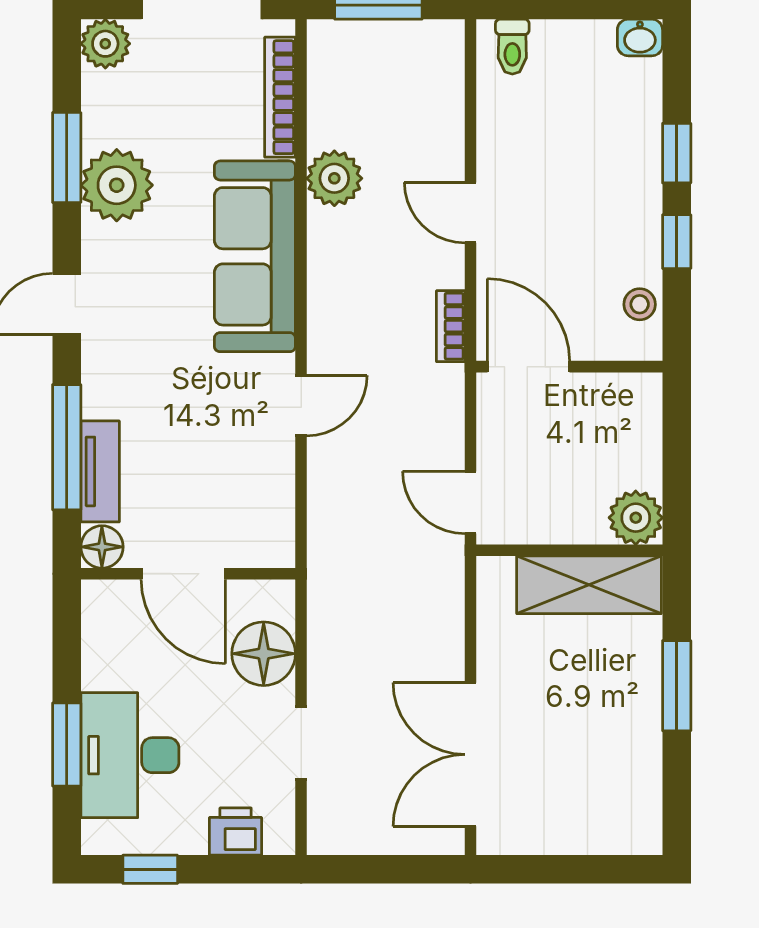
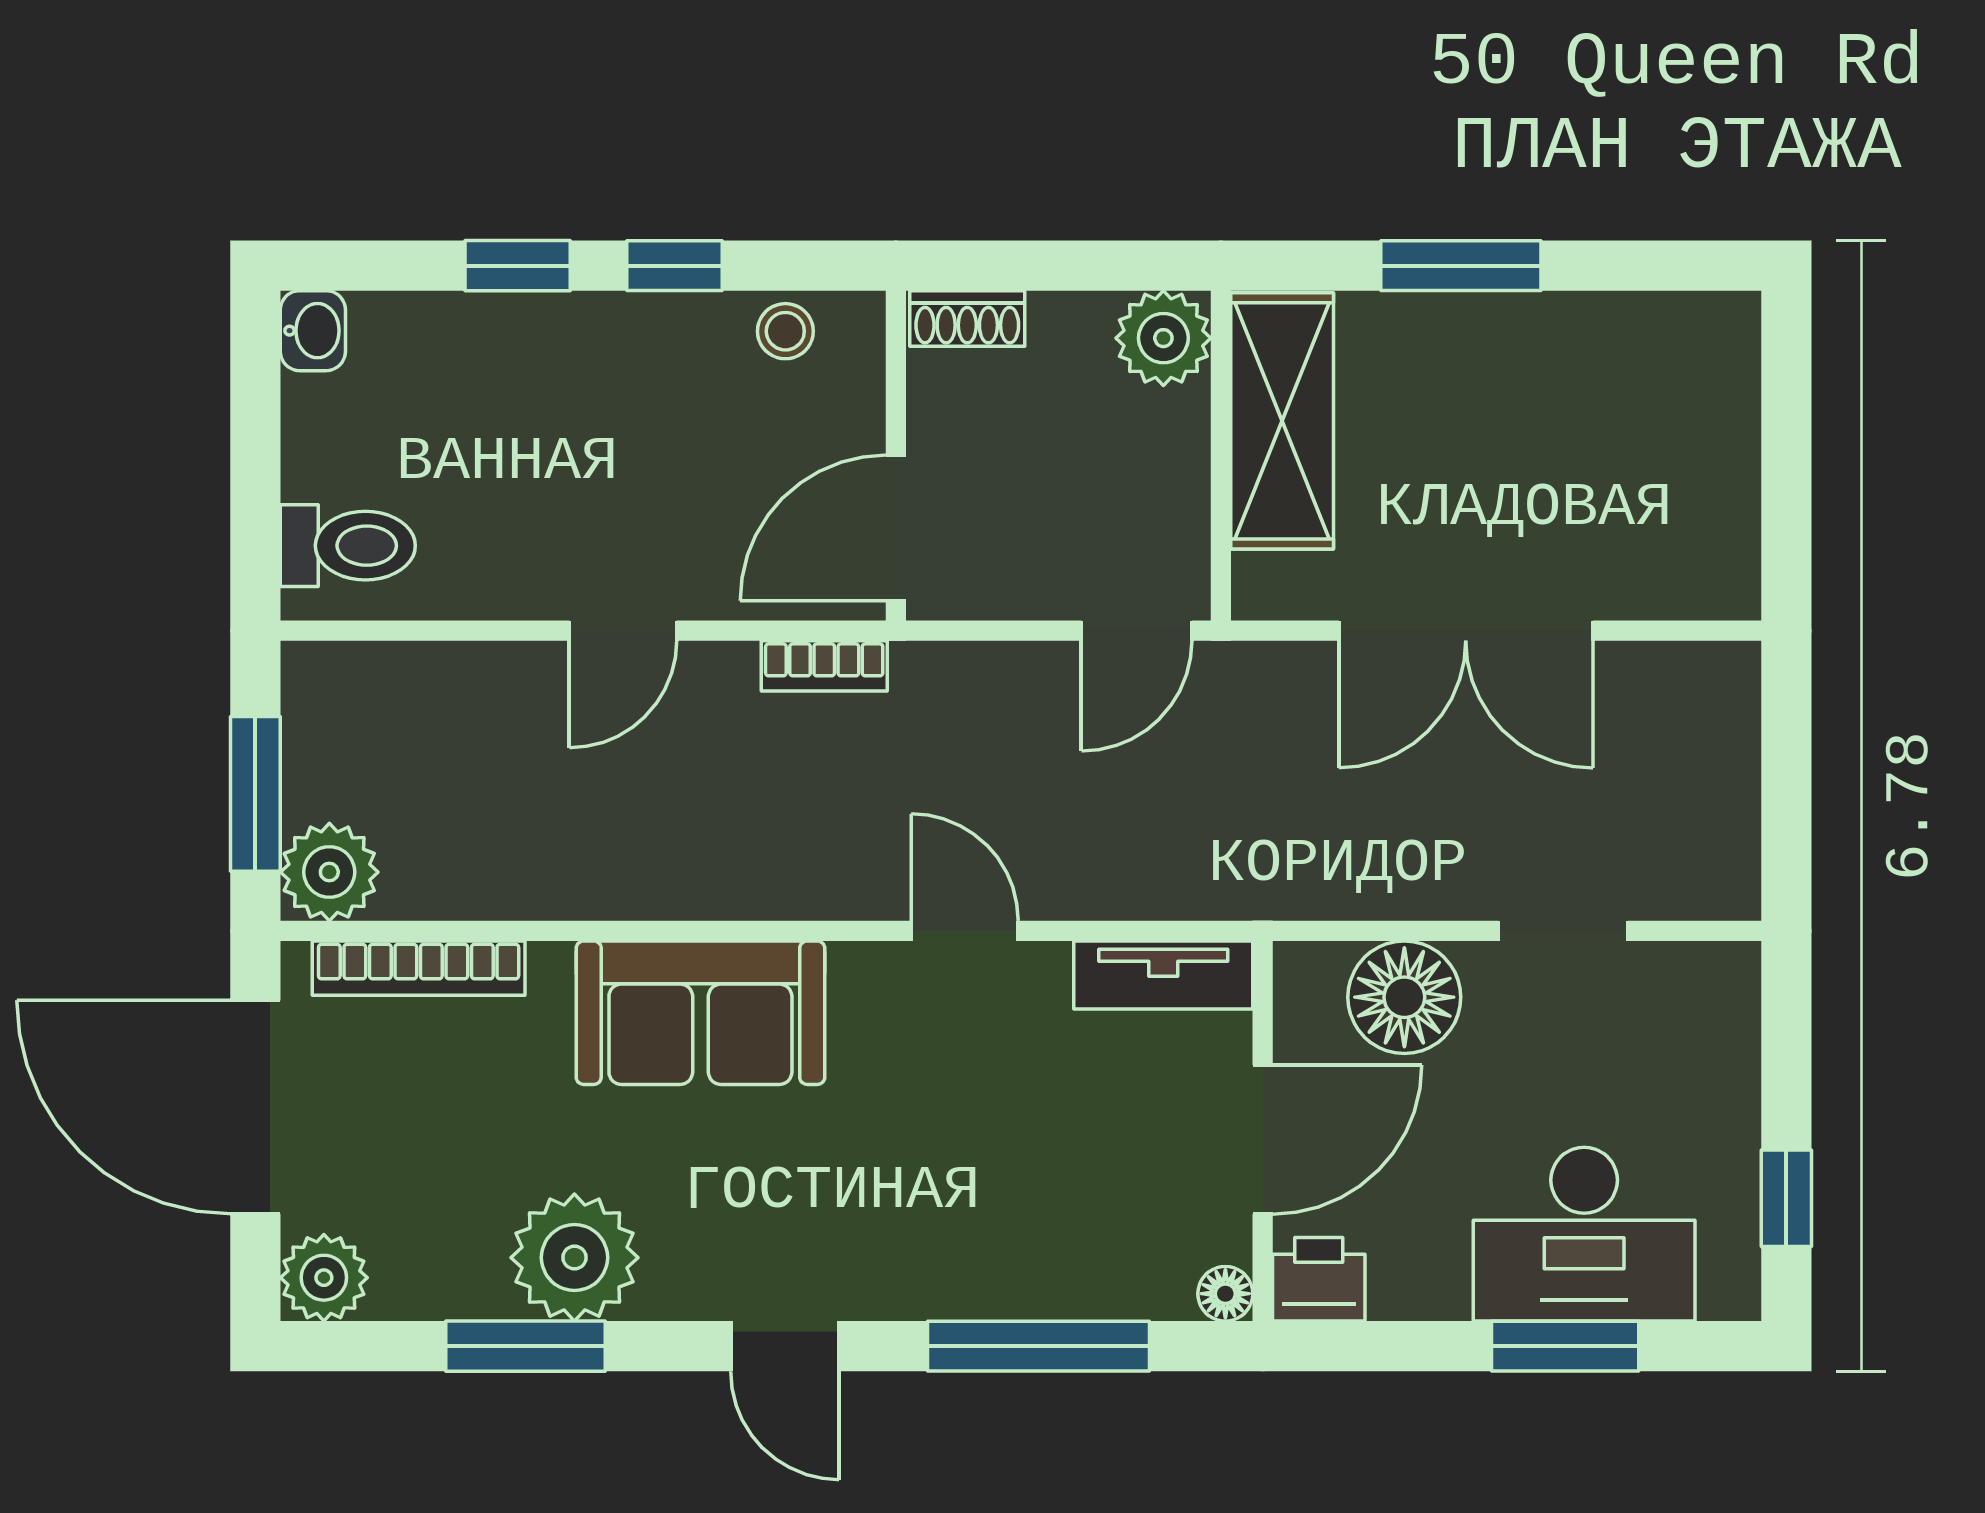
toilet: (512, 47) -> (348, 546), width x1.37, depth x1.39
plant: (334, 178) -> (329, 872), moved
sofa: (255, 256) -> (700, 1013), width x0.73
shoe rack: (647, 407) -> (967, 318), added
tv unit: (100, 471) -> (1163, 975), moved, turned 180
floor lamp: (102, 547) -> (1225, 1294), width x0.73, depth x0.73
double door: (471, 754) -> (1466, 631), moved
printer: (236, 832) -> (1319, 1279), moved, turned 90

